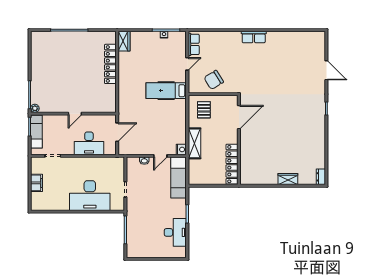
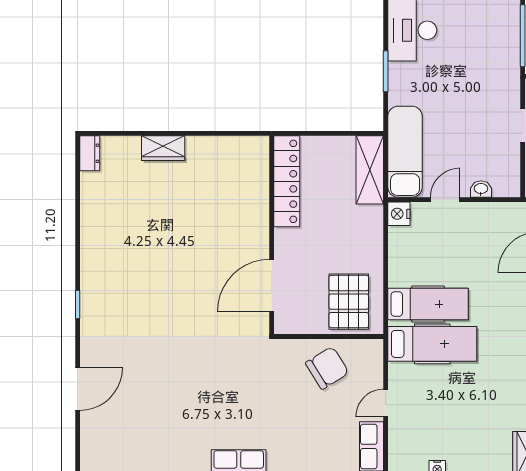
door: (326, 70) -> (78, 389), swing flipped
hospital bed: (168, 109) -> (428, 304), added
pallet: (204, 110) -> (349, 302), width x1.50, depth x1.42
shelving: (194, 143) -> (370, 170), moved

